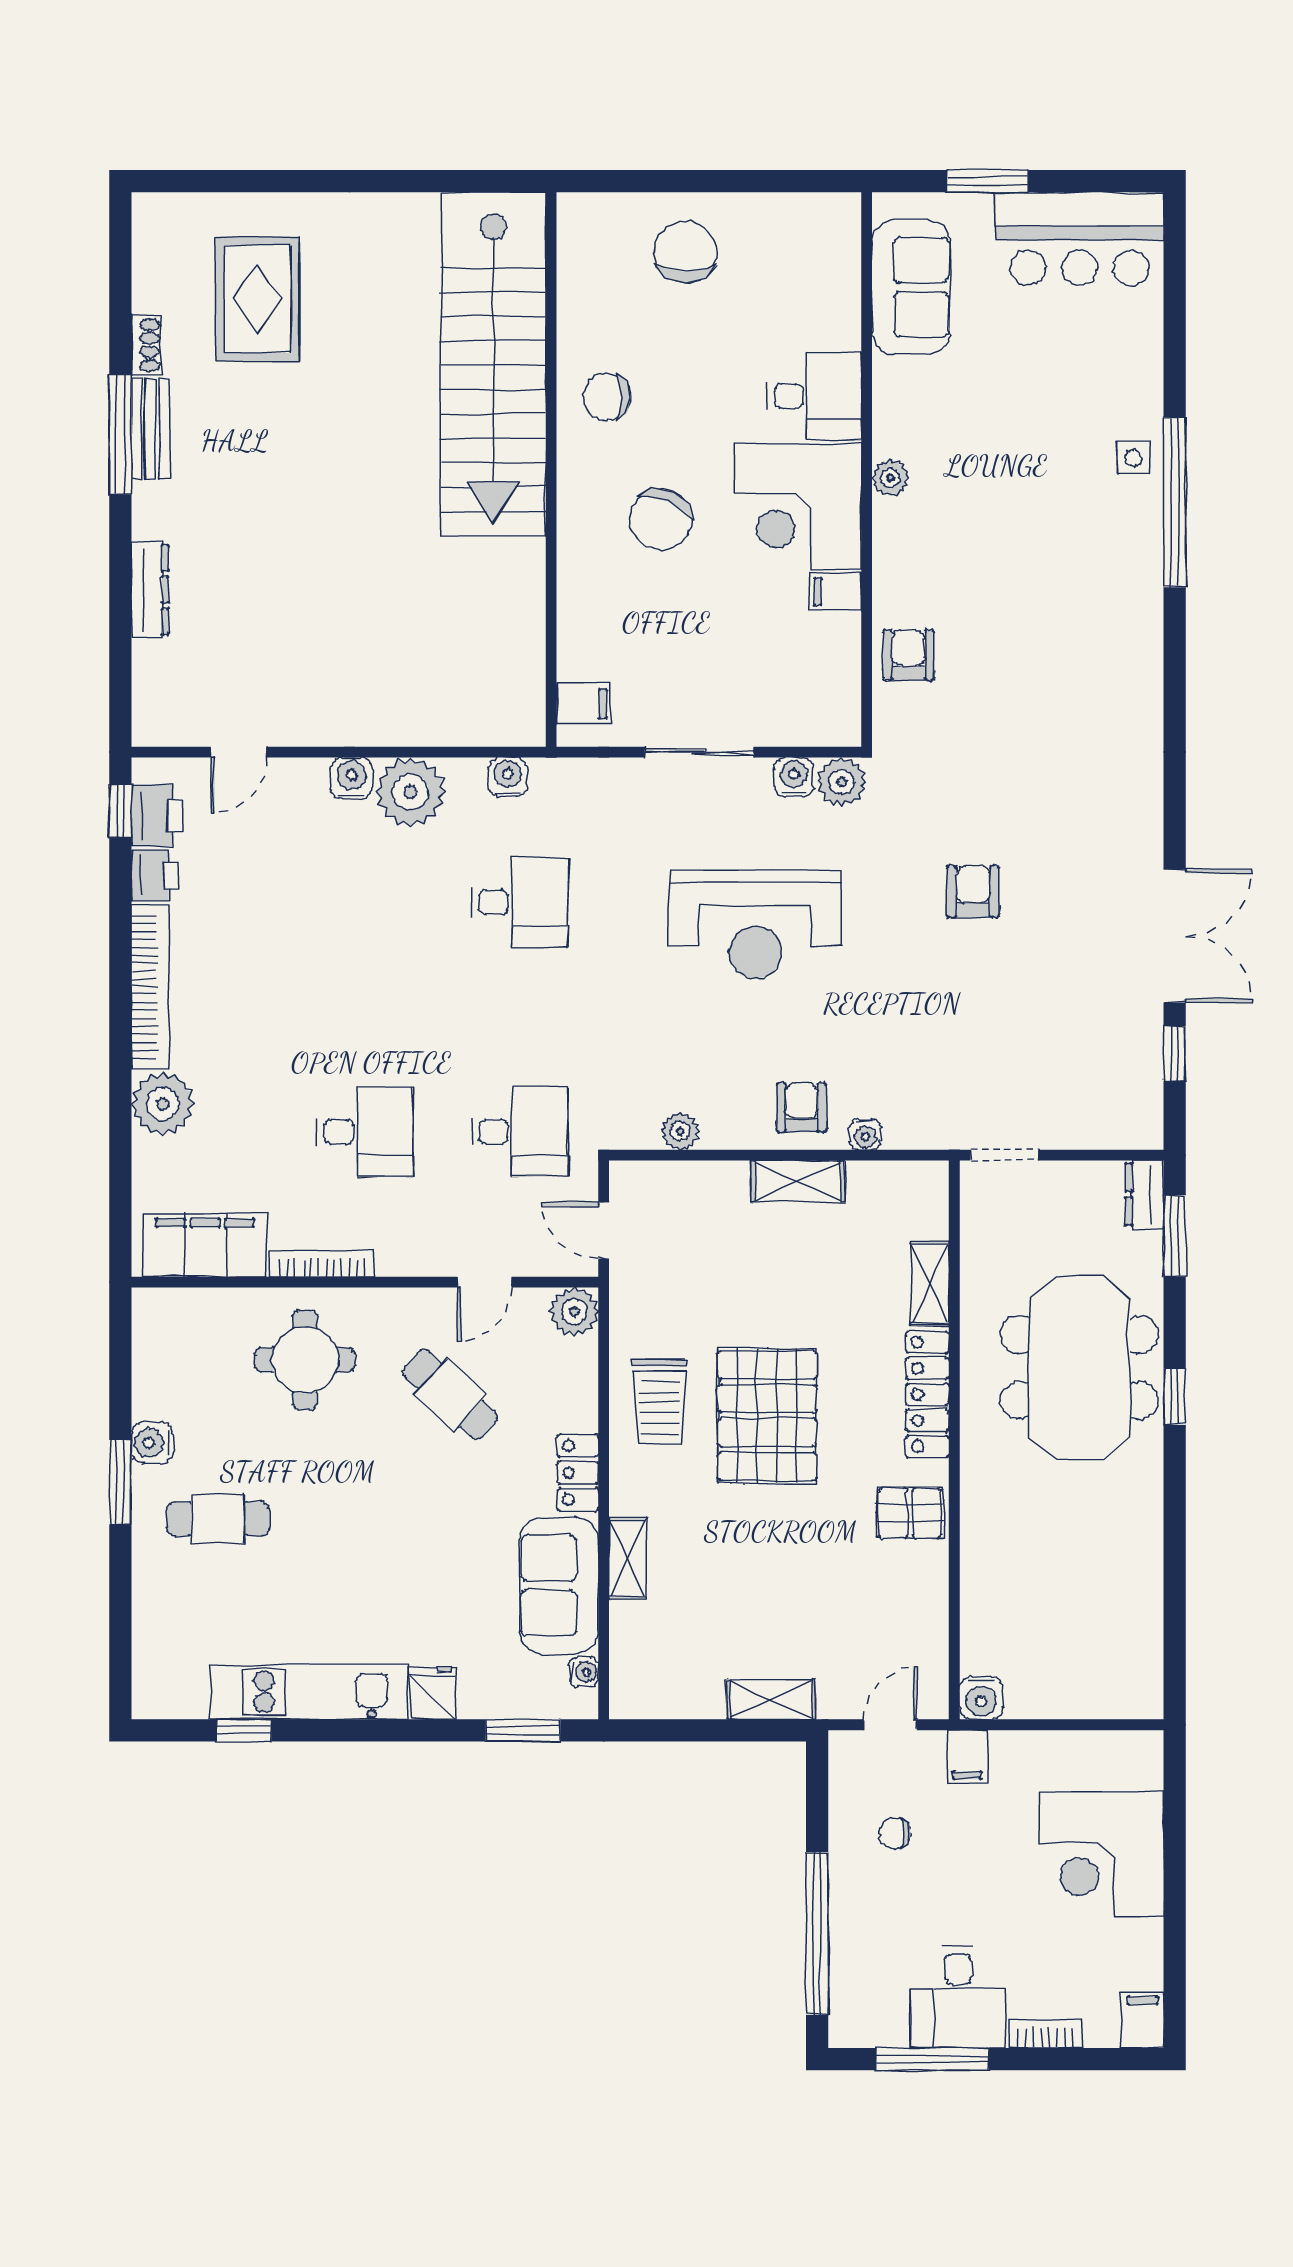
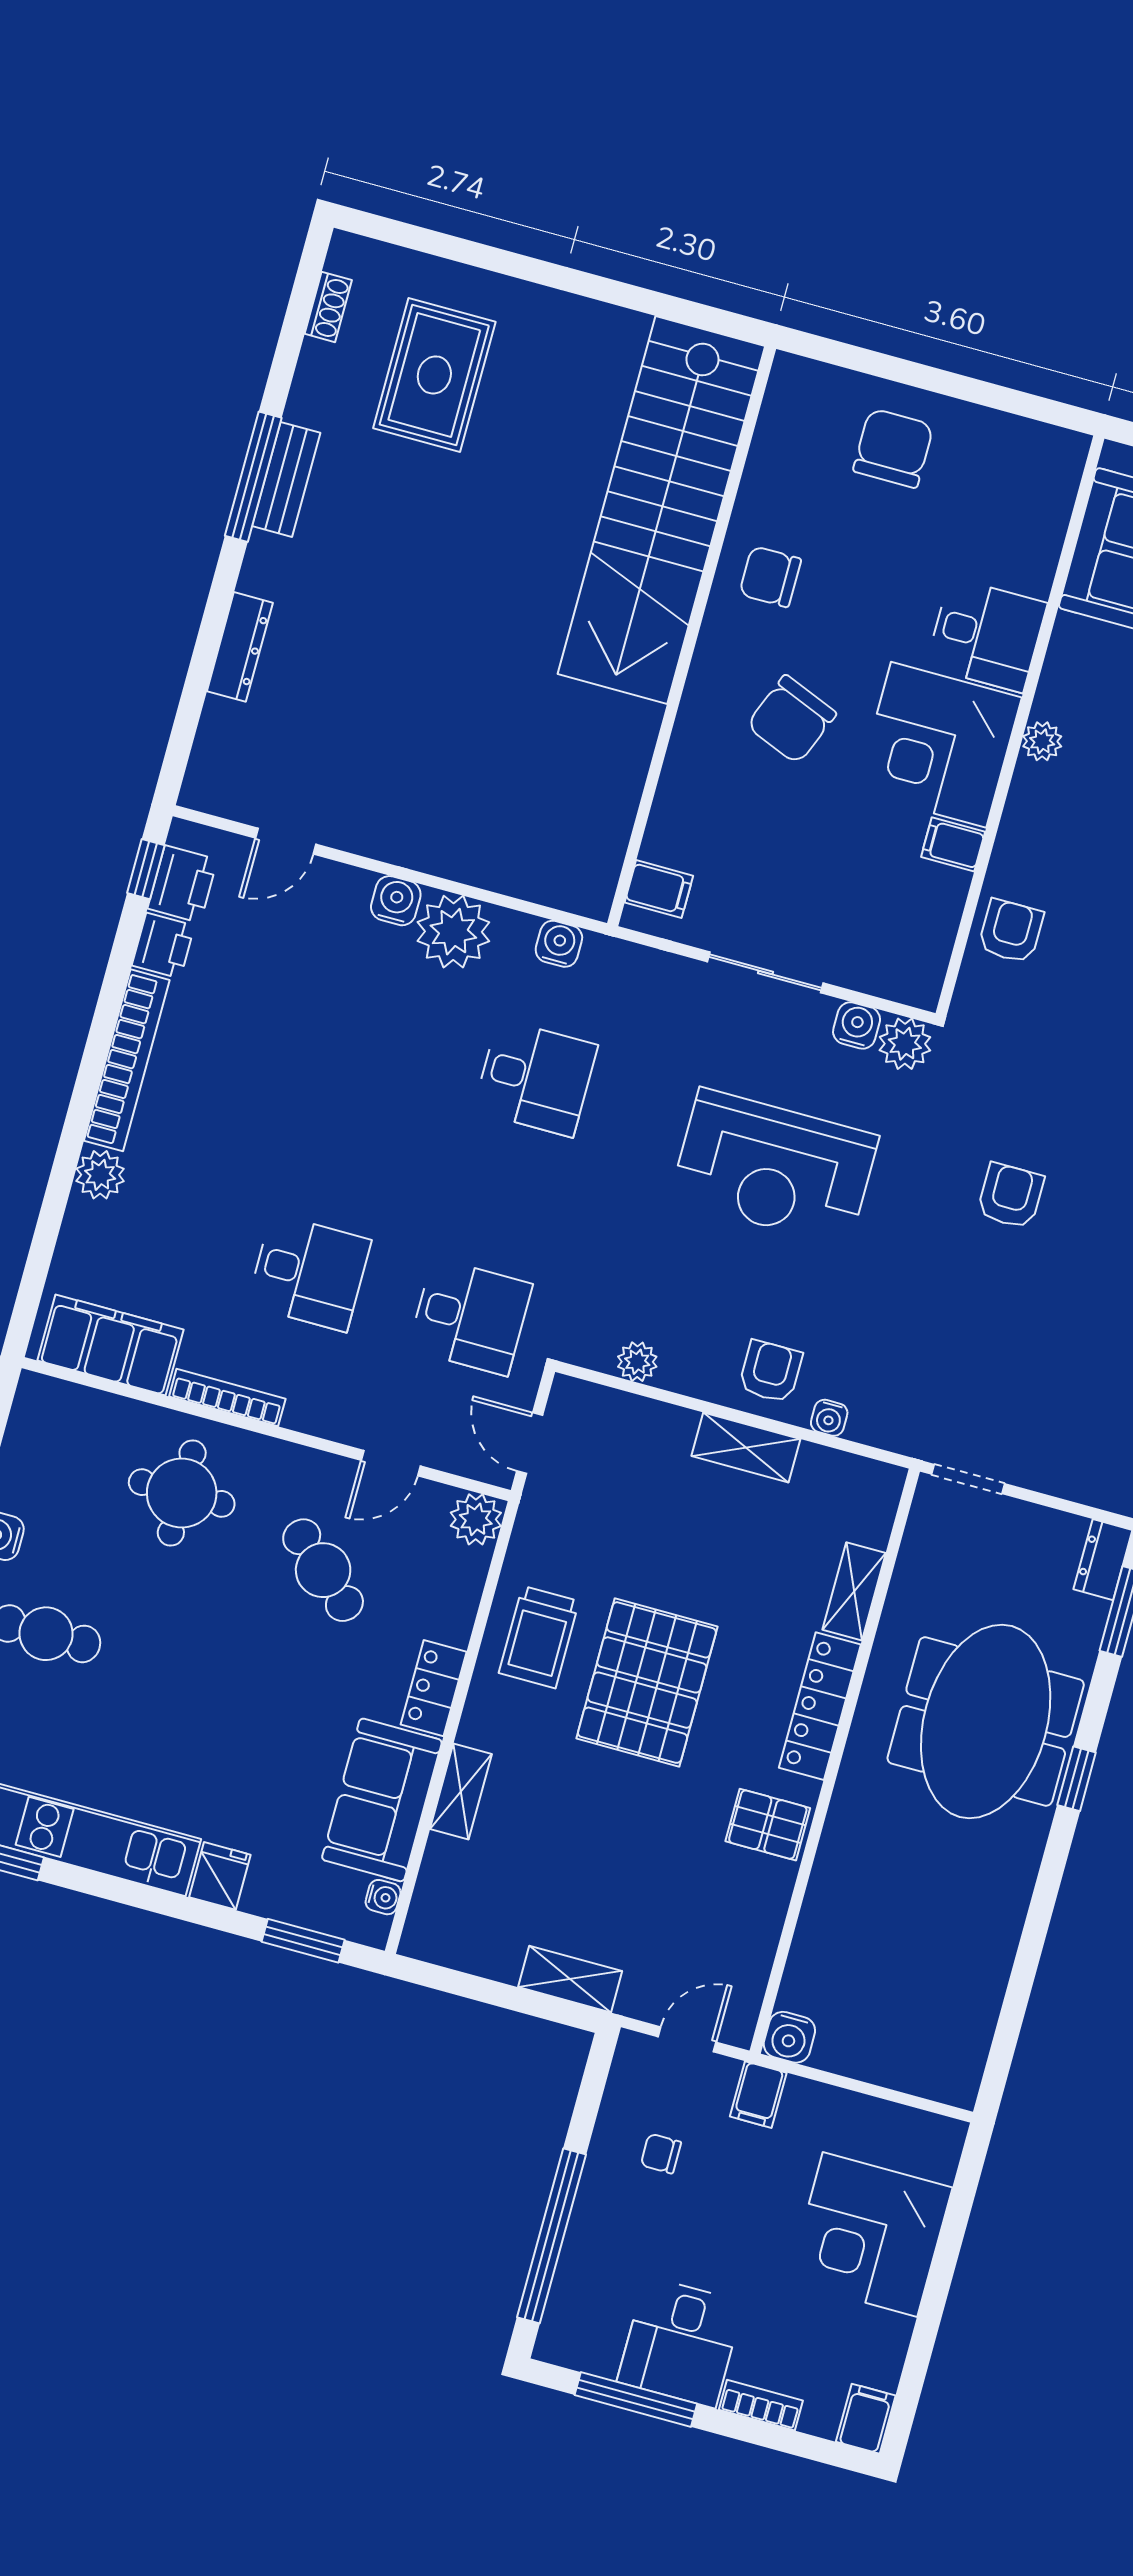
shoe rack: (146, 345) -> (328, 307), moved
plant: (163, 1104) -> (100, 1175), width x0.73, depth x0.73

